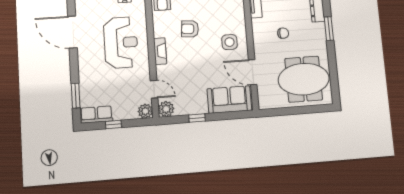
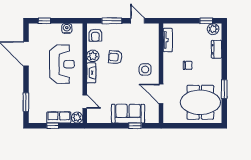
window: (329, 29) -> (224, 89), moved
sofa: (229, 100) -> (128, 114), moved
plant: (166, 109) -> (93, 56), moved
row of seats: (96, 115) -> (59, 117), moved
window: (197, 118) -> (135, 126), moved

